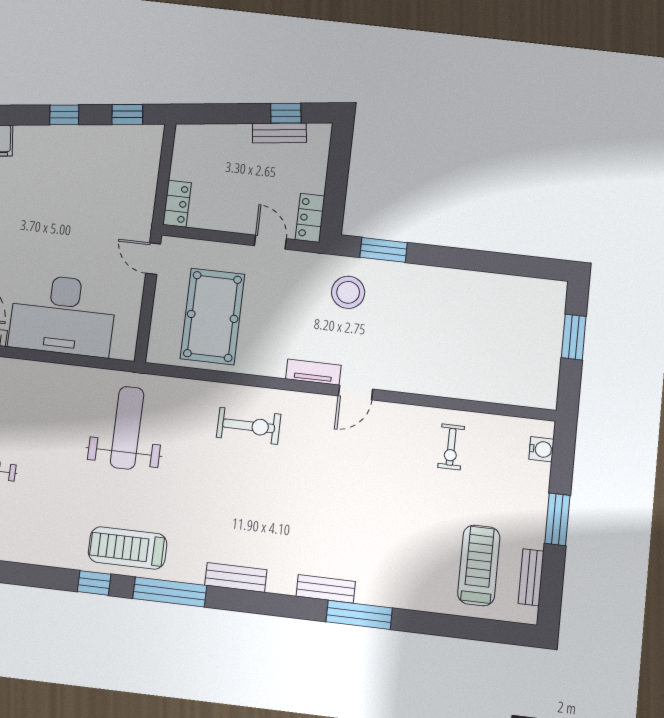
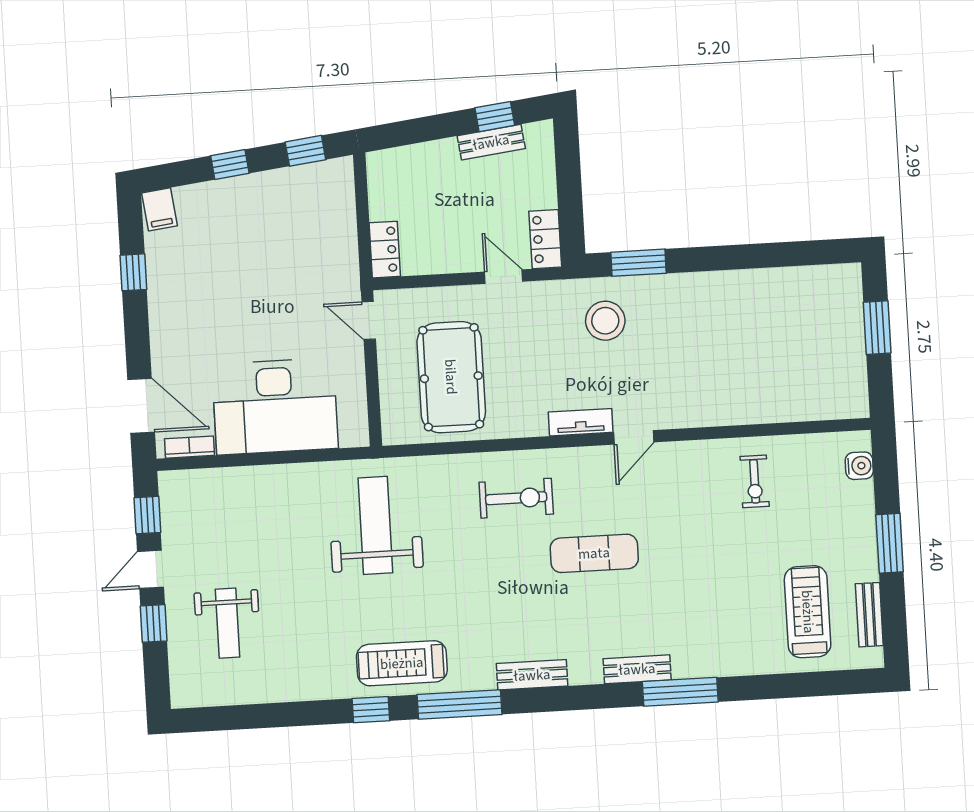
exercise mat: (306, 484) -> (594, 553), added

